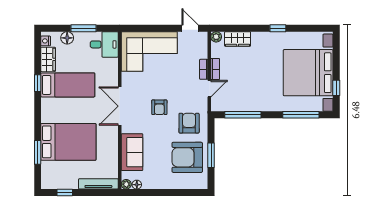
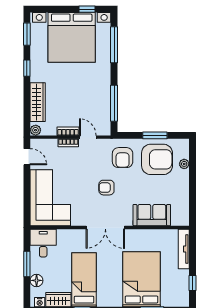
door: (190, 28) -> (27, 157), swing flipped
window: (312, 28) -> (27, 34), added
wardrobe: (238, 39) -> (38, 102), width x1.50
armchair: (159, 107) -> (106, 188), turned 180
armchair: (189, 123) -> (123, 158), turned -90
armchair: (187, 157) -> (157, 159), turned -90
plant: (126, 184) -> (184, 164), moved
floor lamp: (137, 185) -> (185, 210), removed

